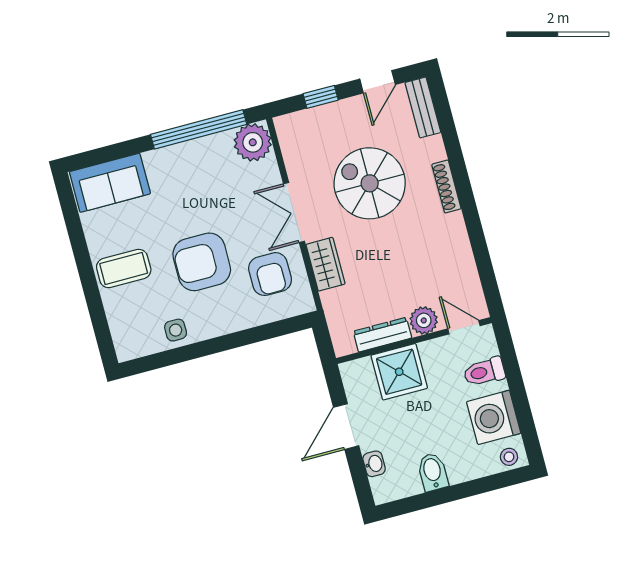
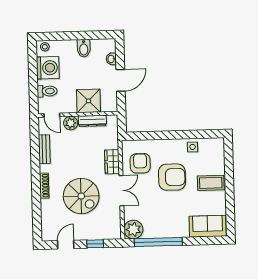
bench: (423, 107) -> (44, 149), moved

